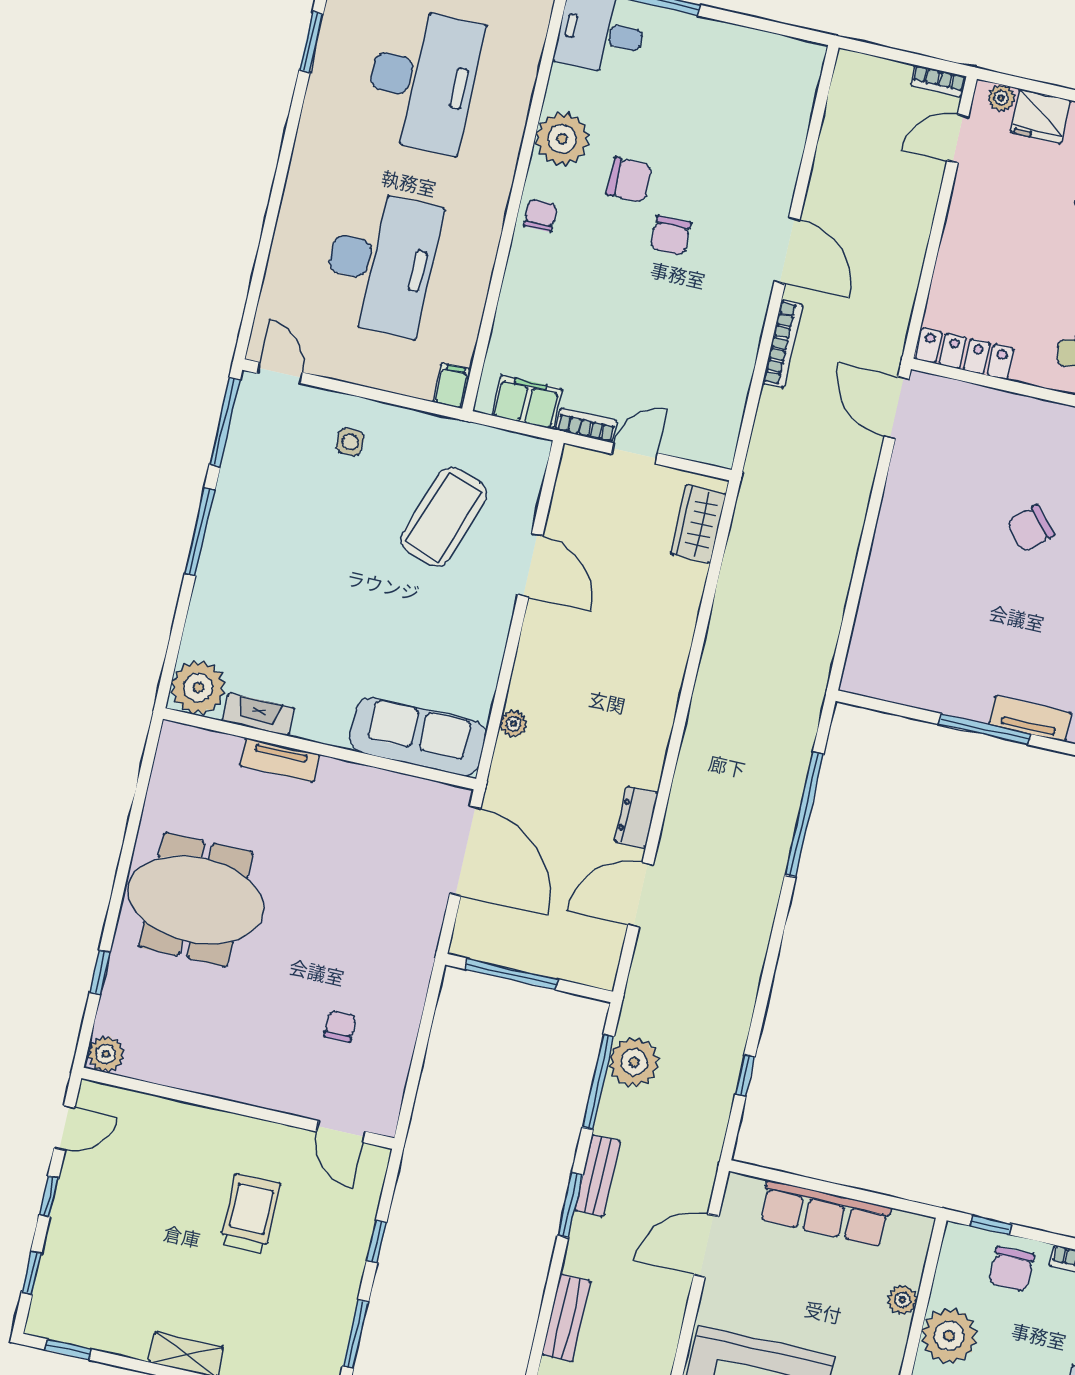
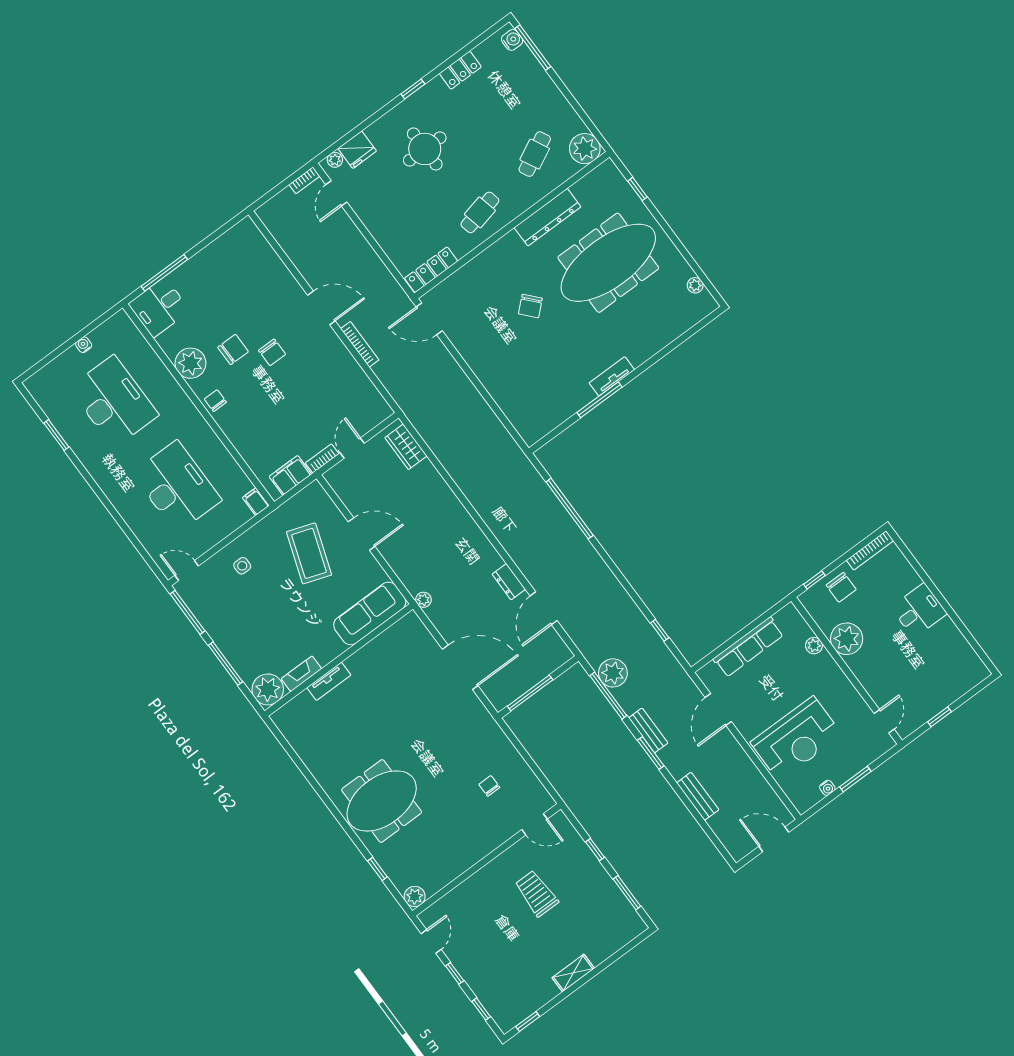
plant: (198, 688) -> (268, 689), moved
fireplace: (258, 715) -> (301, 674), moved
sofa: (418, 737) -> (370, 613), moved
wall: (320, 749) -> (339, 660), moved
tv unit: (280, 760) -> (329, 681), moved

